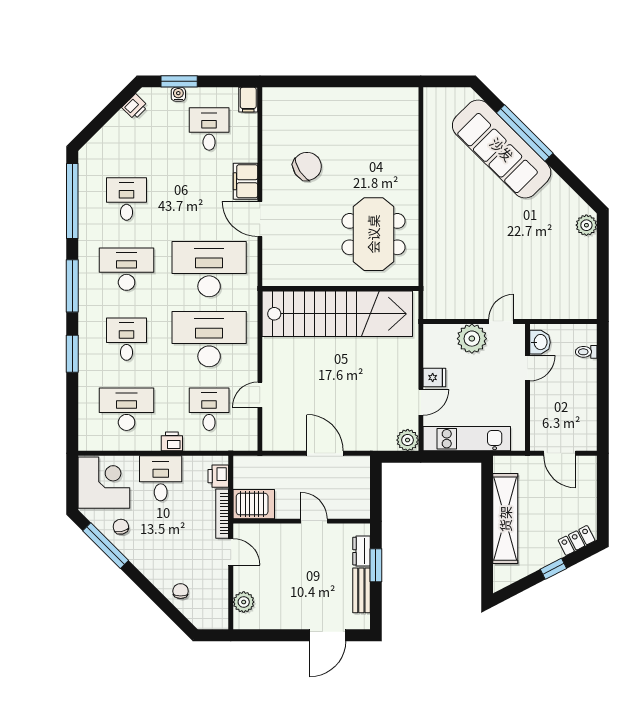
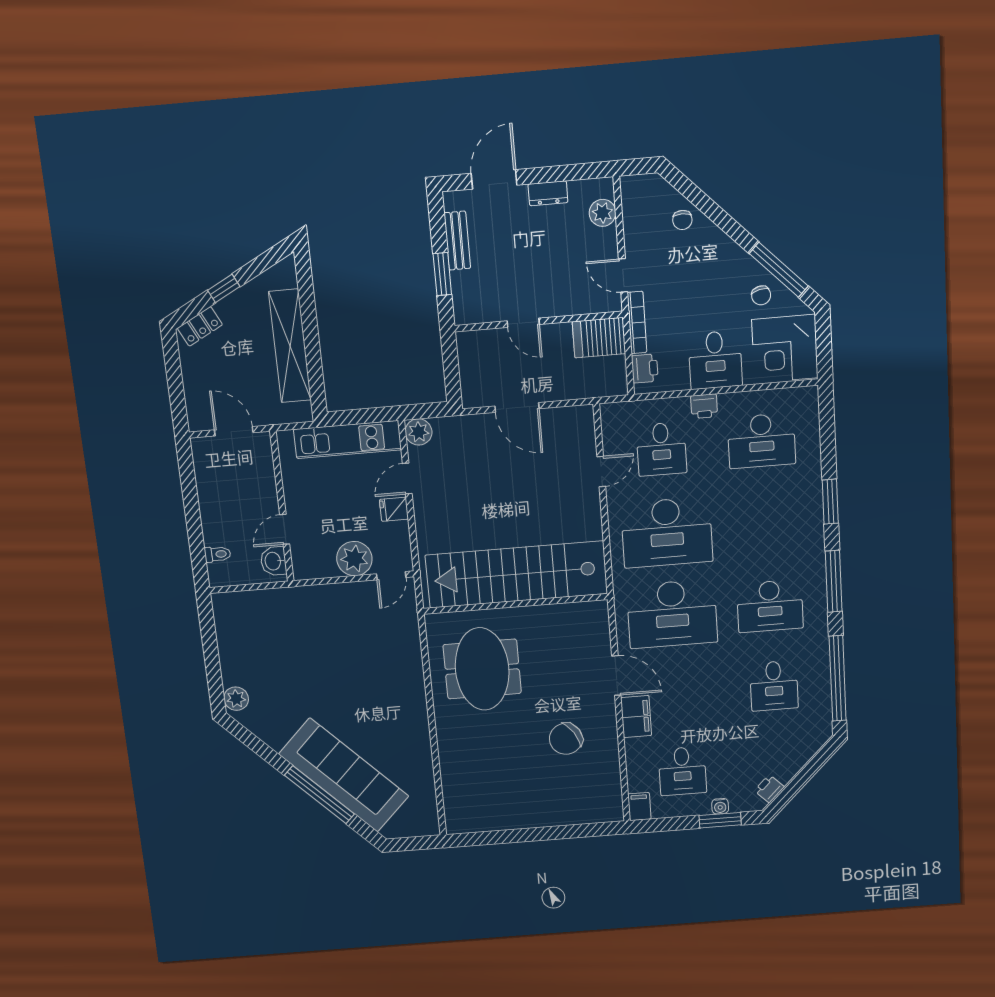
door: (501, 321) -> (391, 576), moved
desk: (127, 339) -> (766, 524), removed
dresser: (361, 551) -> (548, 193), moved, turned 90

